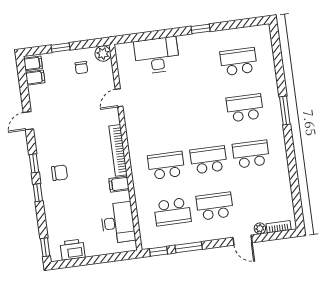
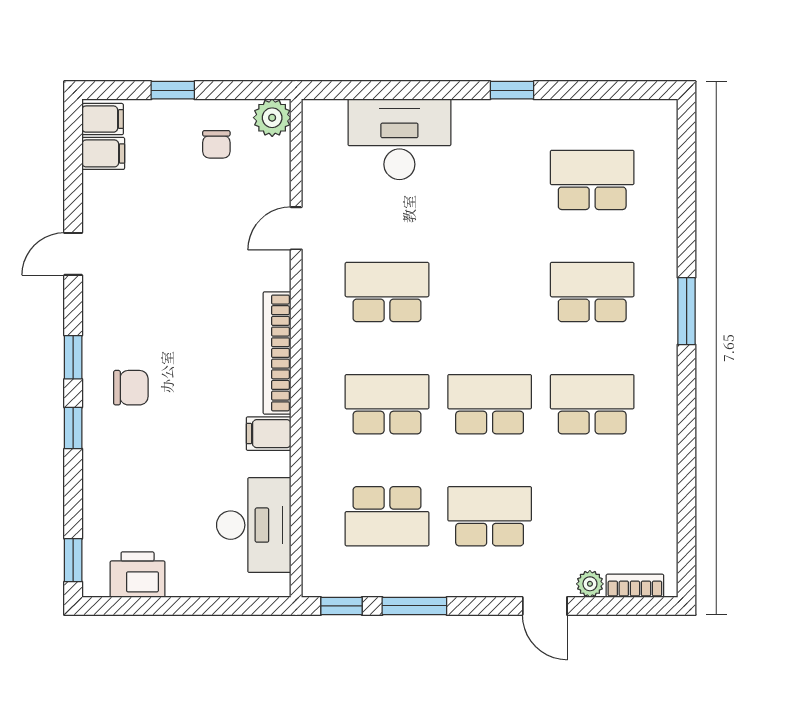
school desk: (160, 119) -> (387, 292), added

